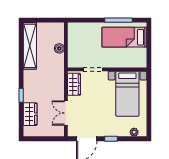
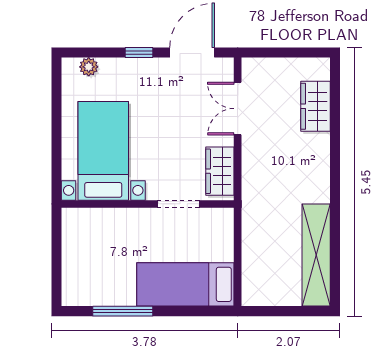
bed: (124, 37) -> (185, 284), moved, turned 180
boiler: (59, 48) -> (252, 250), removed
window: (21, 95) -> (335, 147), removed
double door: (66, 113) -> (238, 109), swing flipped

